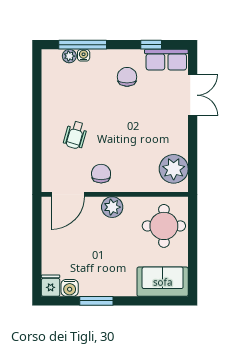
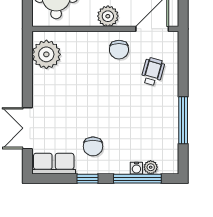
window: (151, 45) -> (87, 179), moved
window: (37, 103) -> (183, 120), added
wheelchair: (75, 135) -> (153, 72), moved

